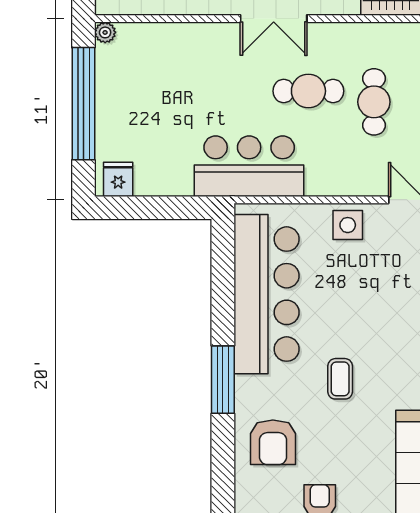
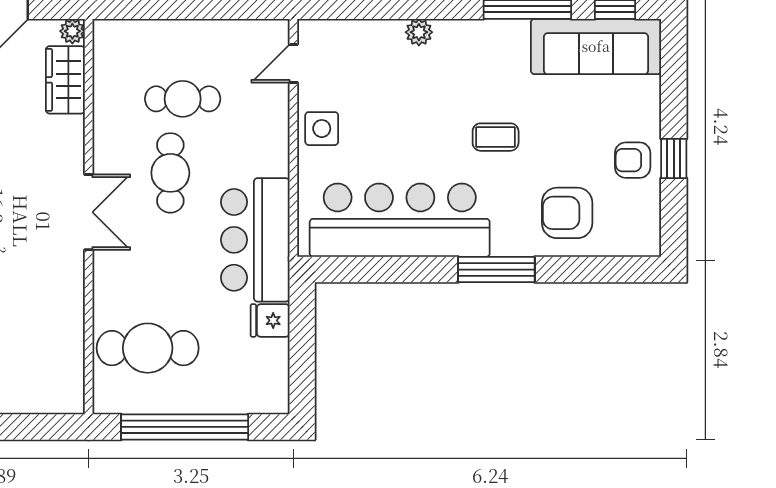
plant: (105, 32) -> (104, 403), removed
cafe table: (153, 71) -> (148, 348), added
fridge: (118, 179) -> (270, 320), moved
armchair: (273, 442) -> (567, 213), turned 180

